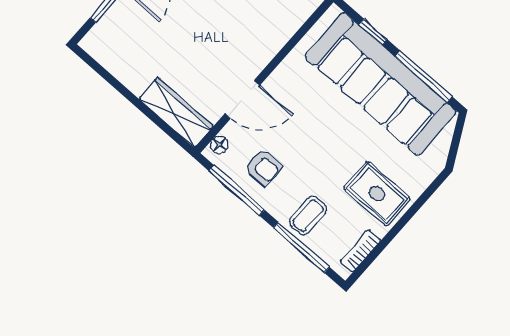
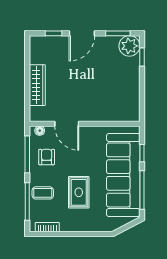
wardrobe: (176, 112) -> (37, 85), moved
armchair: (264, 167) -> (47, 157), turned 180
rug: (377, 194) -> (79, 192), moved

